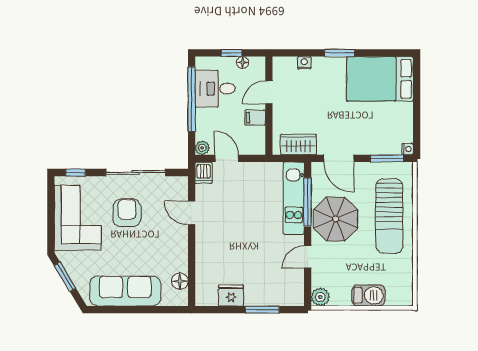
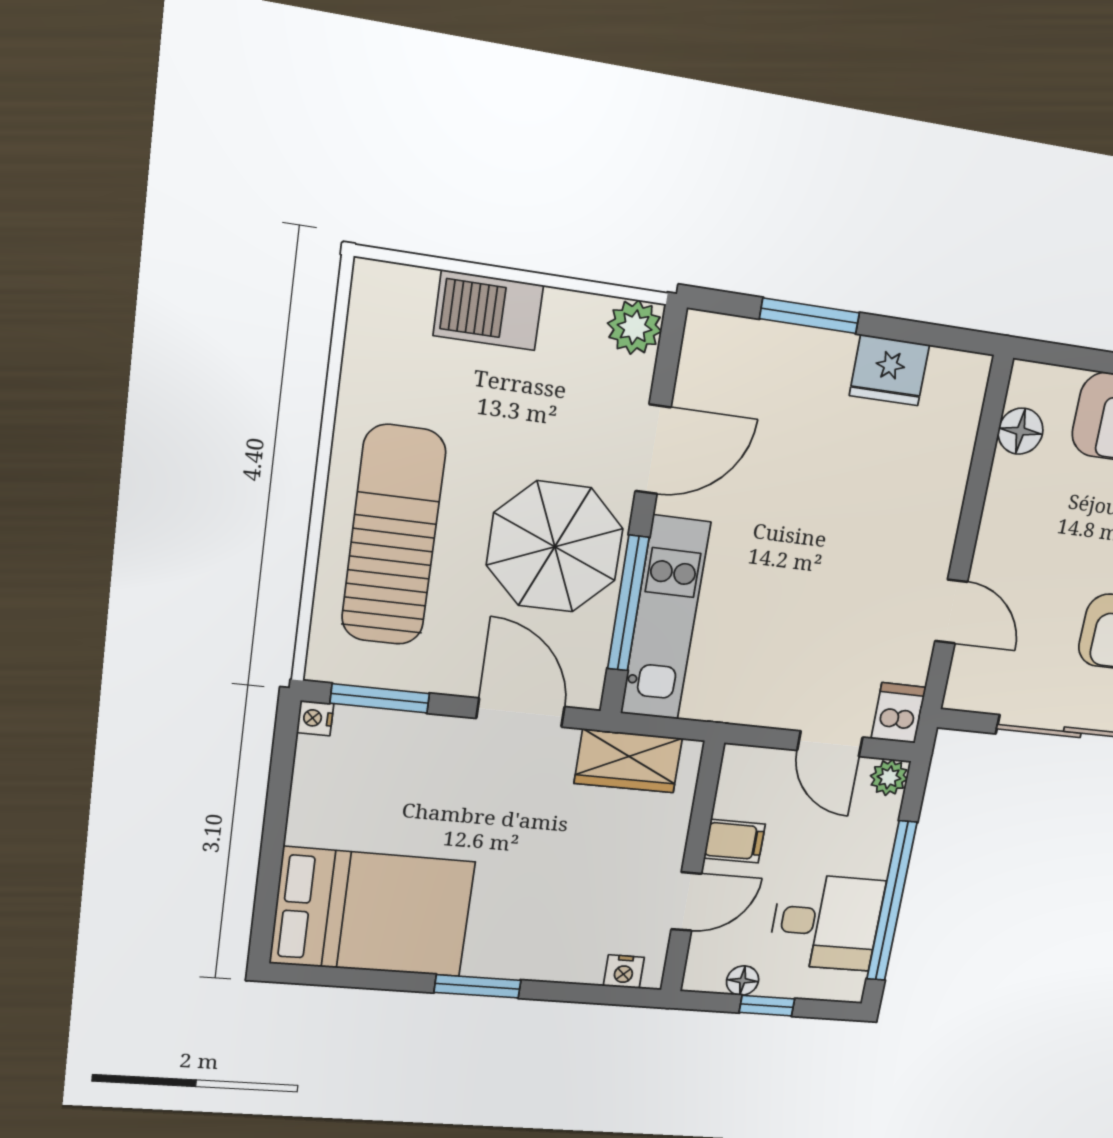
nightstand: (304, 63) -> (624, 972), moved
door: (308, 257) -> (653, 449), width x1.38

